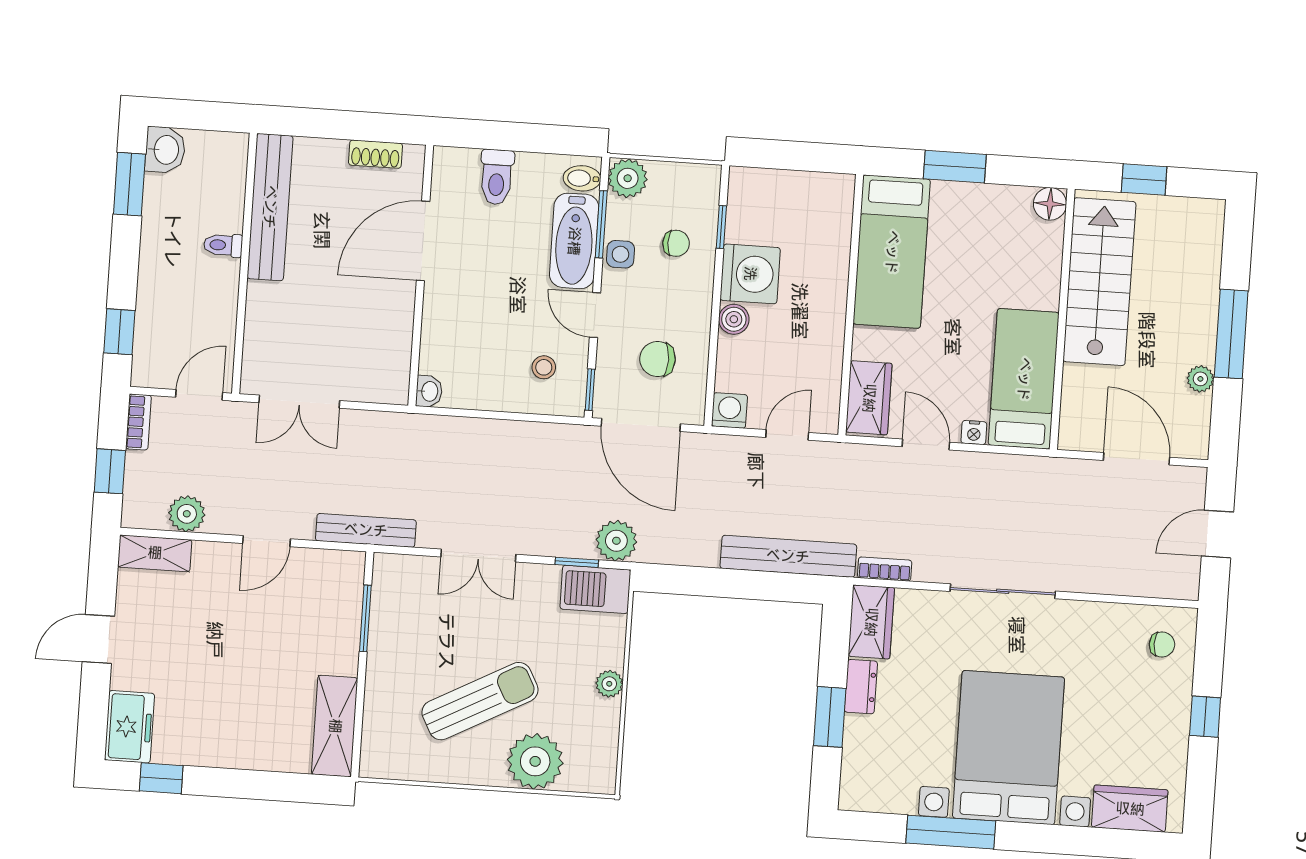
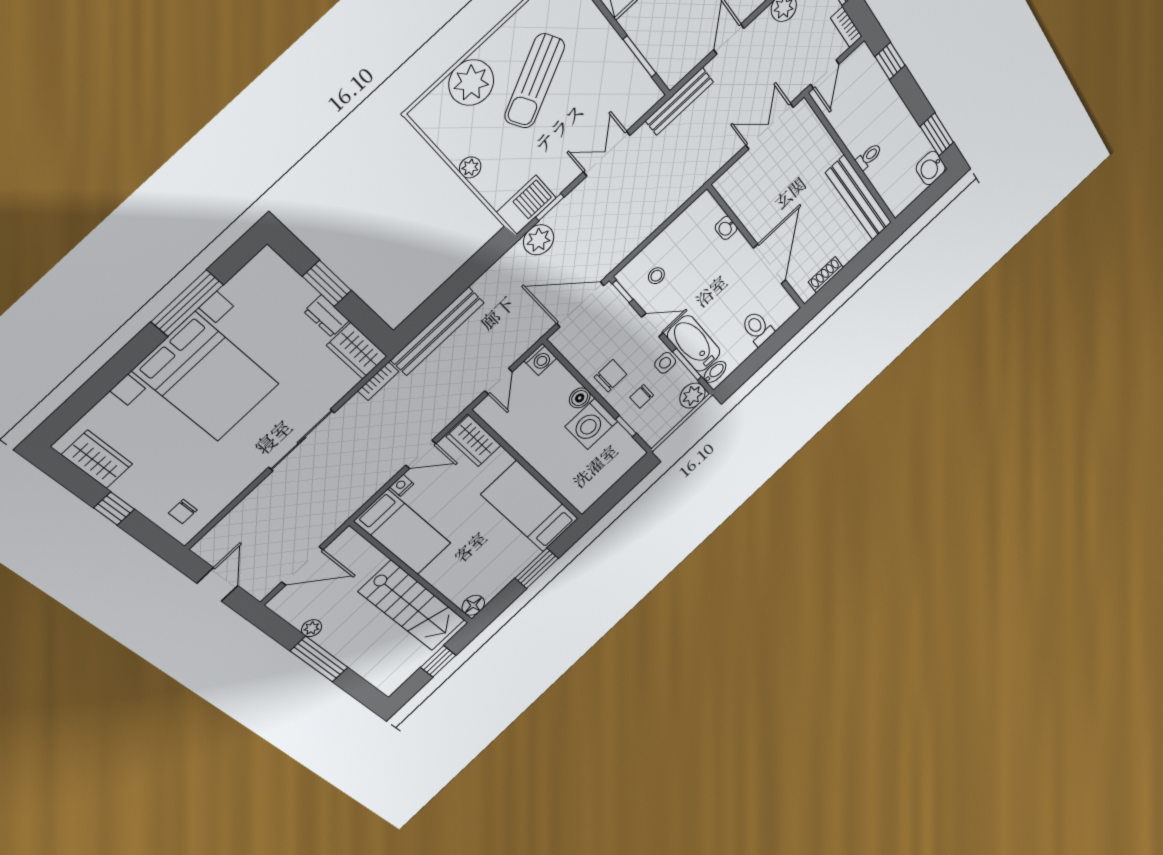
chair: (658, 359) -> (611, 376), moved
washbasin: (429, 391) -> (726, 228), moved
wardrobe: (1130, 809) -> (97, 459), moved, turned -90

